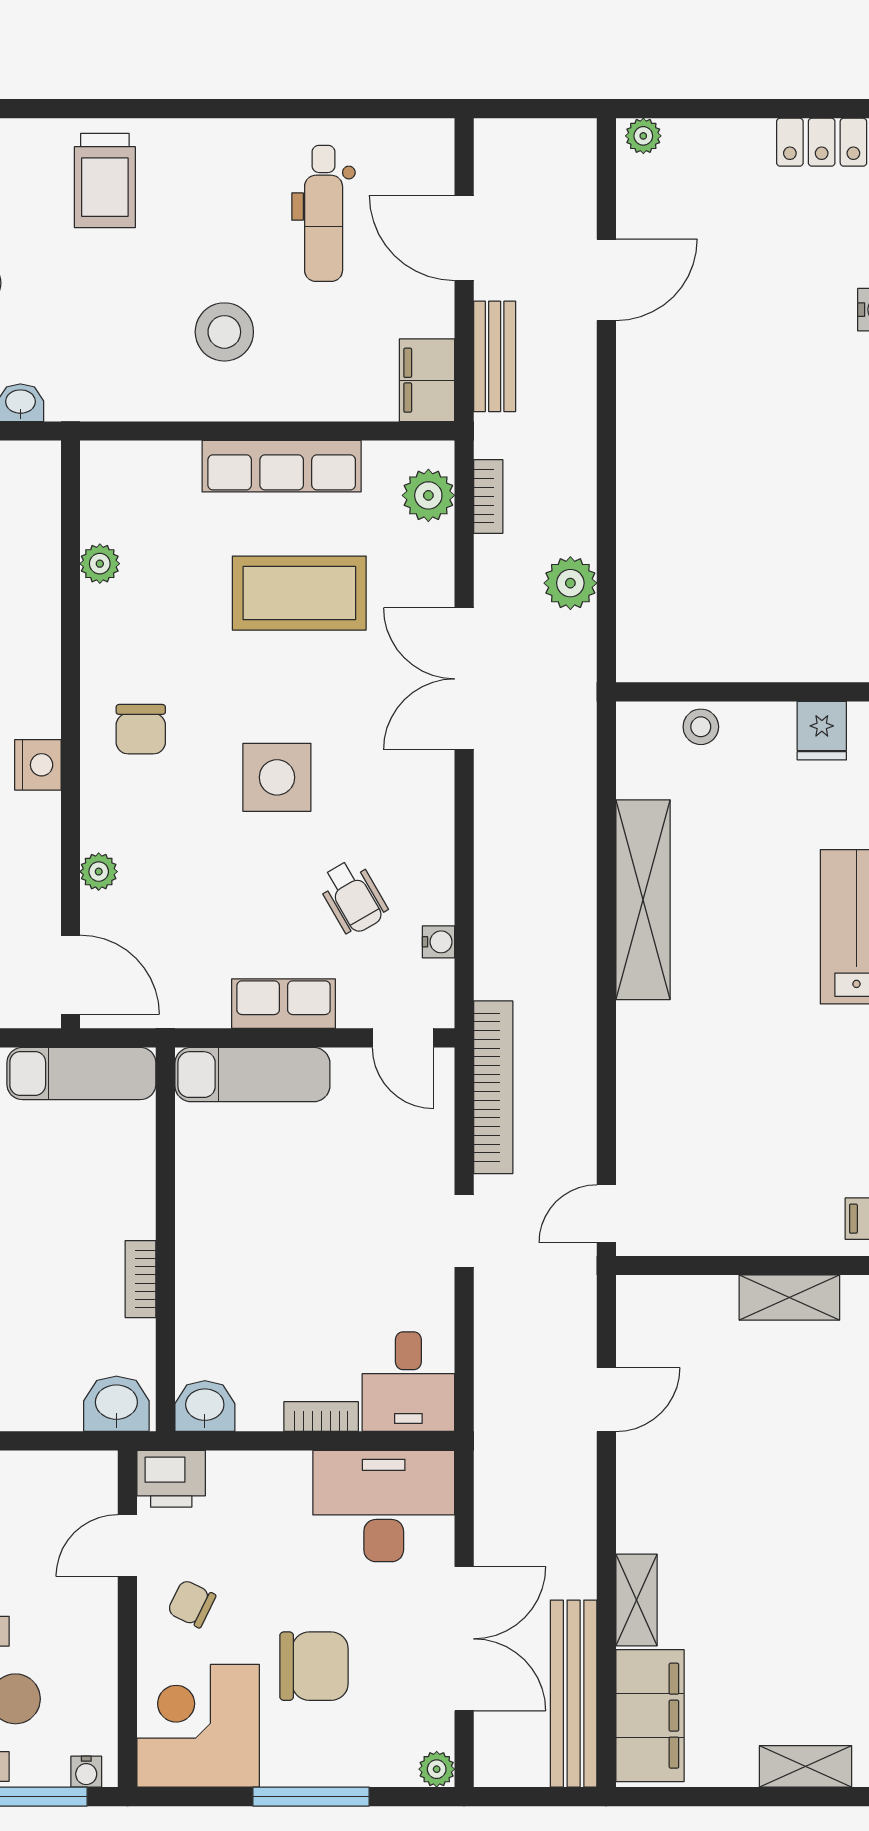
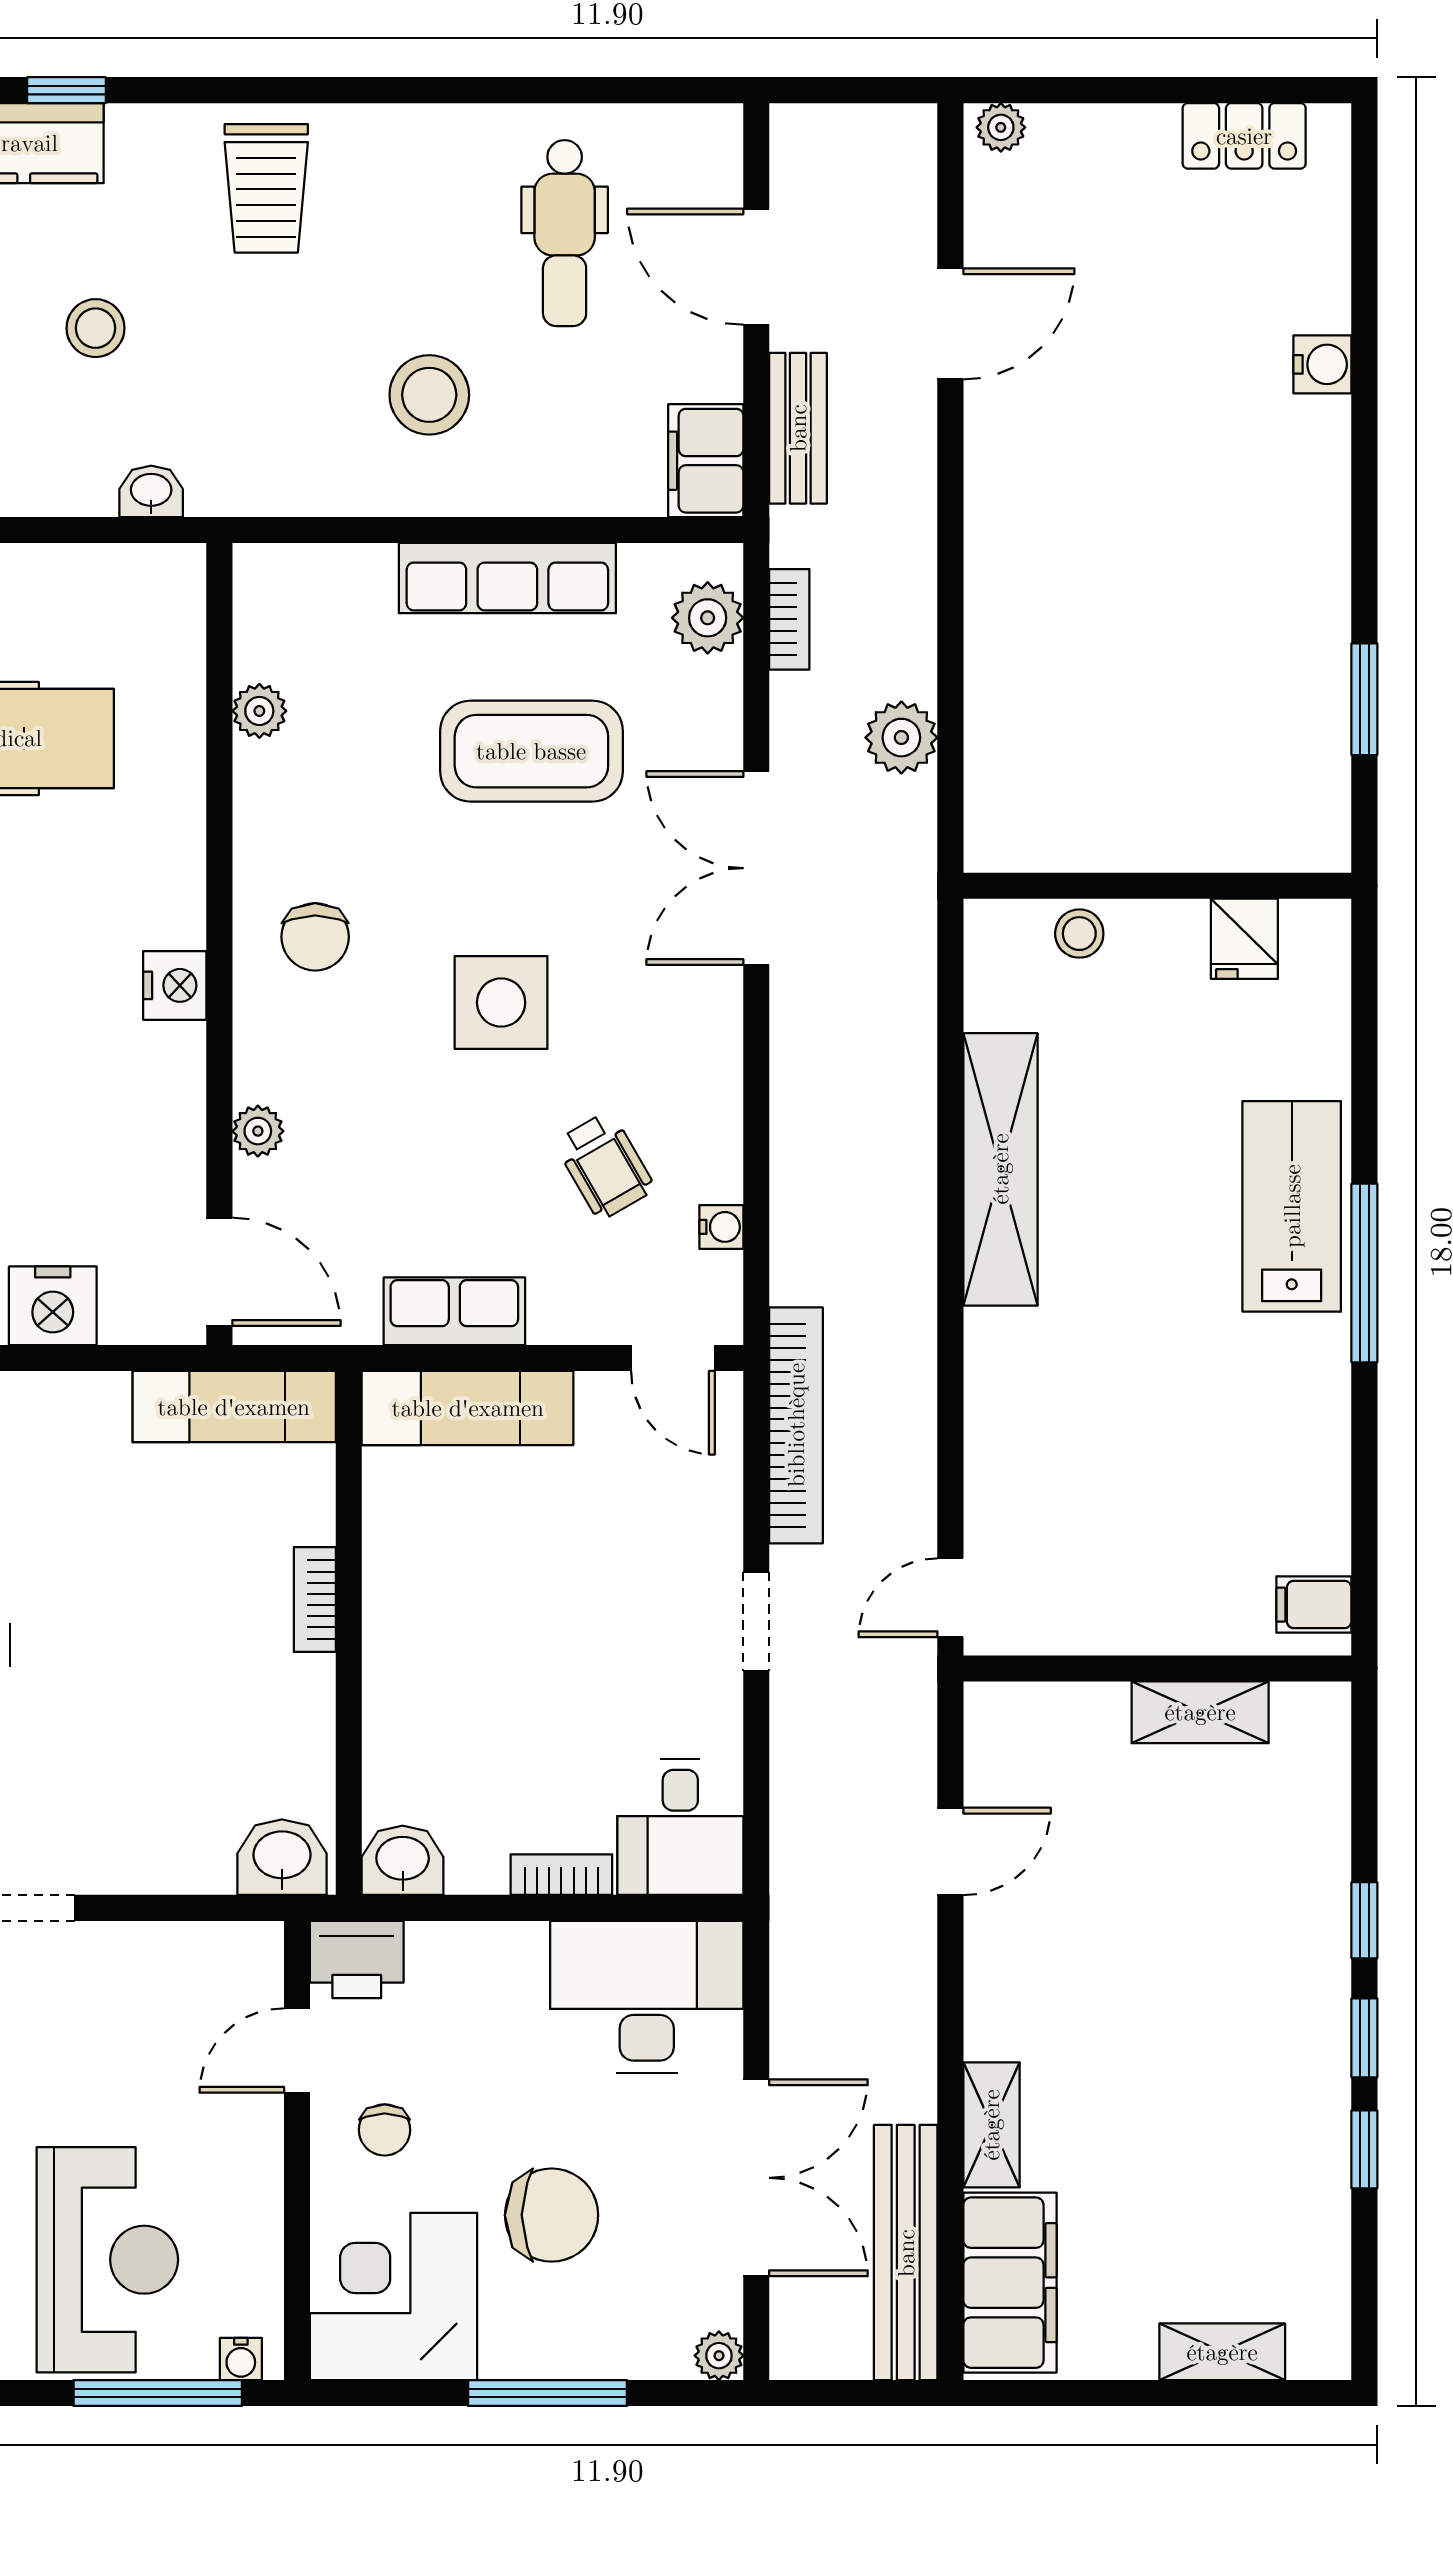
row of seats: (284, 1004) -> (454, 1311), moved
bookcase: (140, 1279) -> (315, 1600), moved
chair: (192, 1604) -> (385, 2130), turned -116

